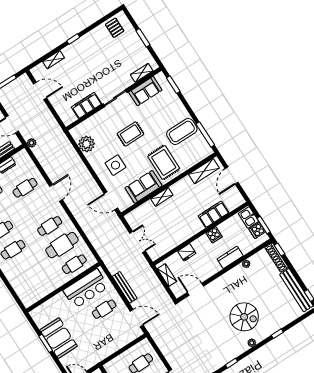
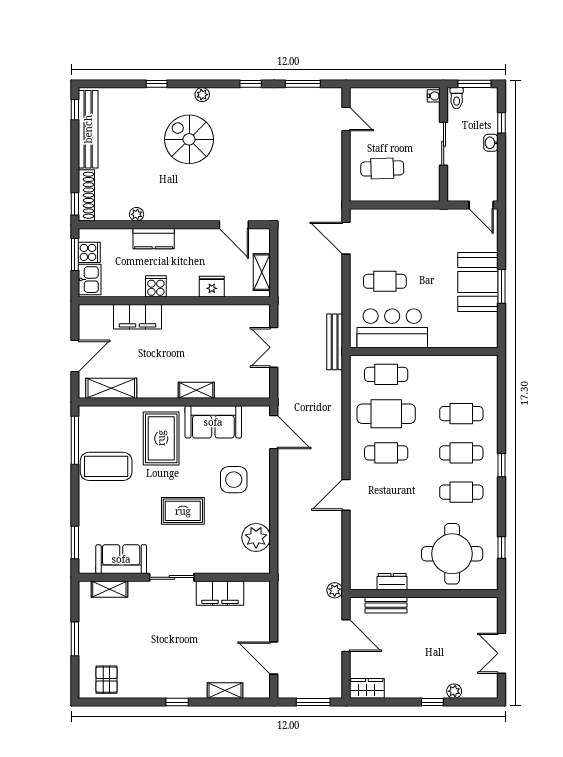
cafe table: (25, 188) -> (461, 414), moved
bench: (125, 287) -> (335, 342), moved

